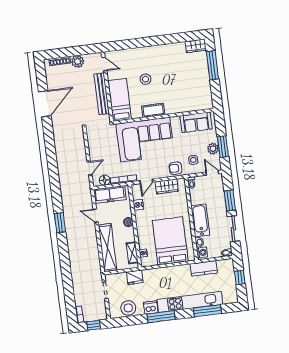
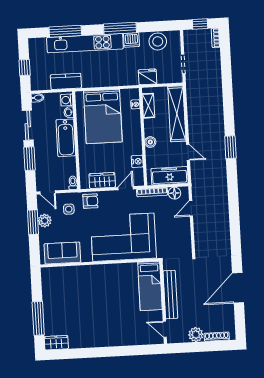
stool: (145, 79) -> (118, 308), removed
cot: (153, 110) -> (112, 271), removed

